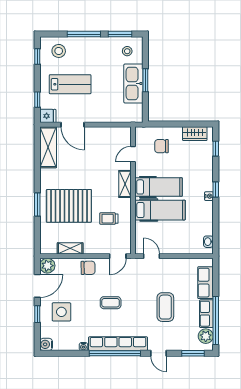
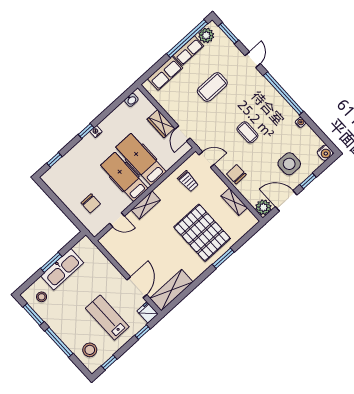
wardrobe: (195, 134) -> (161, 124), moved, turned 180
trolley: (109, 219) -> (188, 181), moved
row of seats: (118, 344) -> (274, 98), removed

